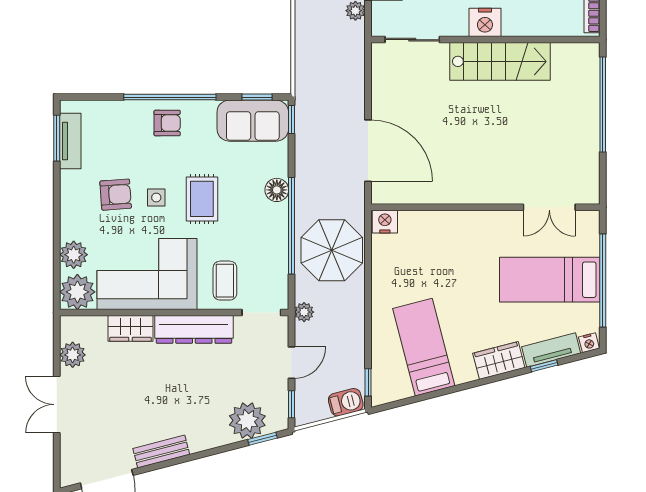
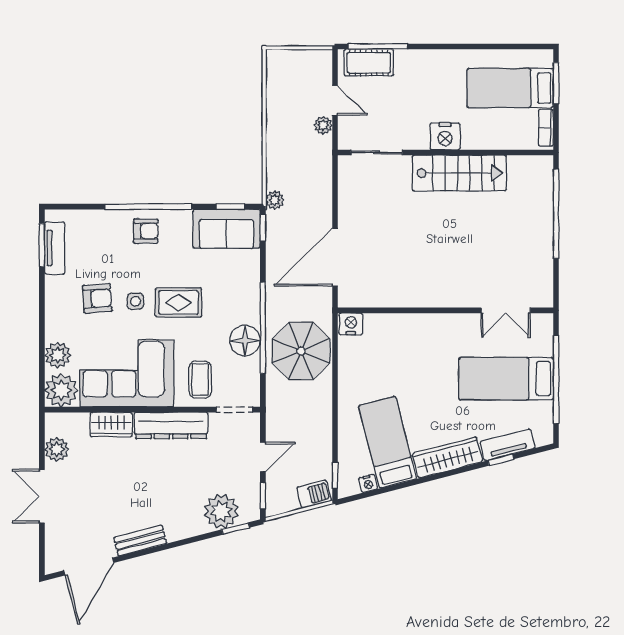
door: (368, 151) -> (335, 257), swing flipped
floor lamp: (277, 190) -> (245, 341), moved, width x1.38, depth x1.38
rug: (202, 199) -> (179, 303), turned 90
plant: (304, 312) -> (275, 200), moved
nightstand: (589, 343) -> (368, 483), moved
wardrobe: (499, 360) -> (448, 458), width x1.50

